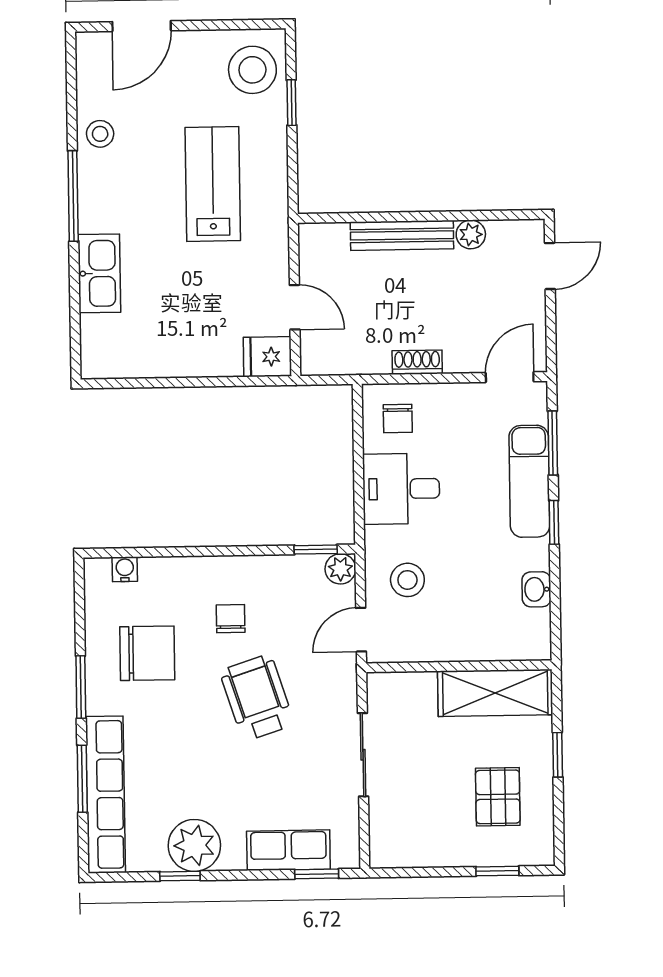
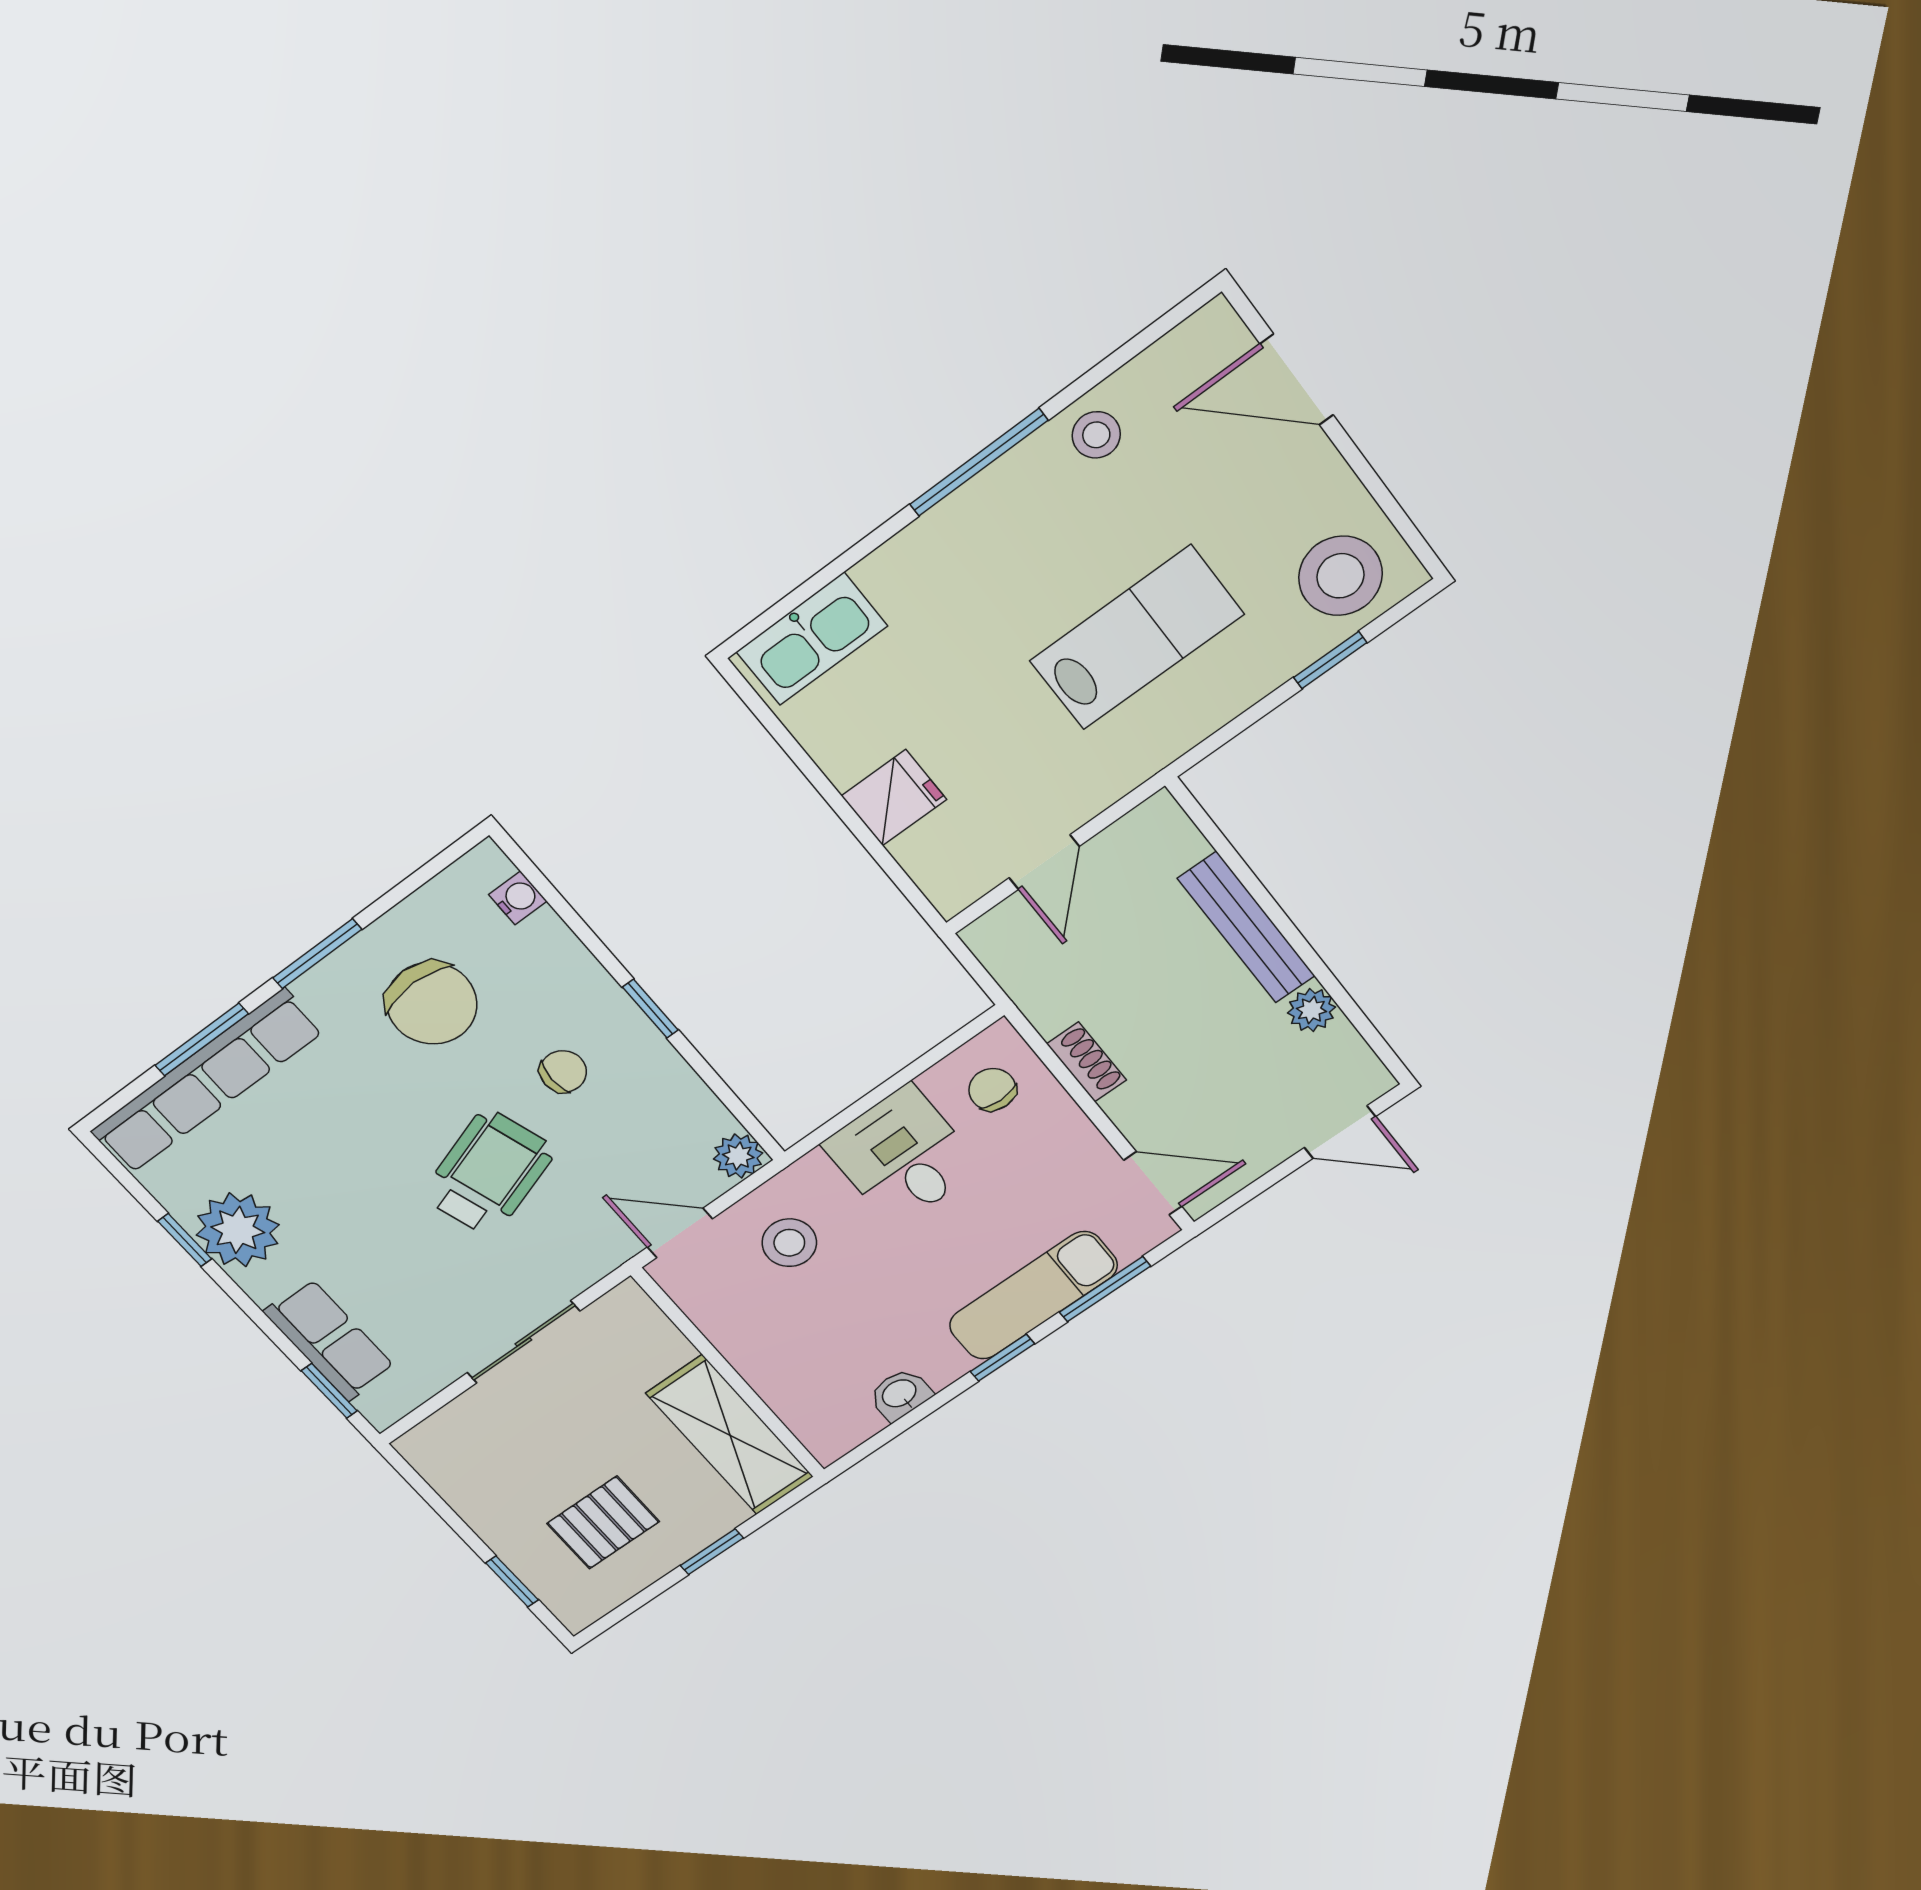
kitchen sink: (99, 273) -> (812, 639), moved
fridge: (267, 357) -> (894, 798), moved, turned 90
chair: (398, 419) -> (992, 1089), turned 90
window: (316, 550) -> (650, 1009), moved

